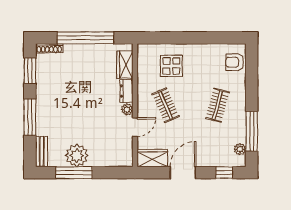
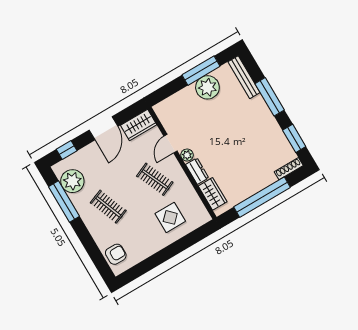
clothes rail: (218, 105) -> (108, 207), turned -36
plant: (240, 149) -> (72, 181), width x1.88, depth x1.88
bench: (42, 152) -> (244, 77), width x1.36

